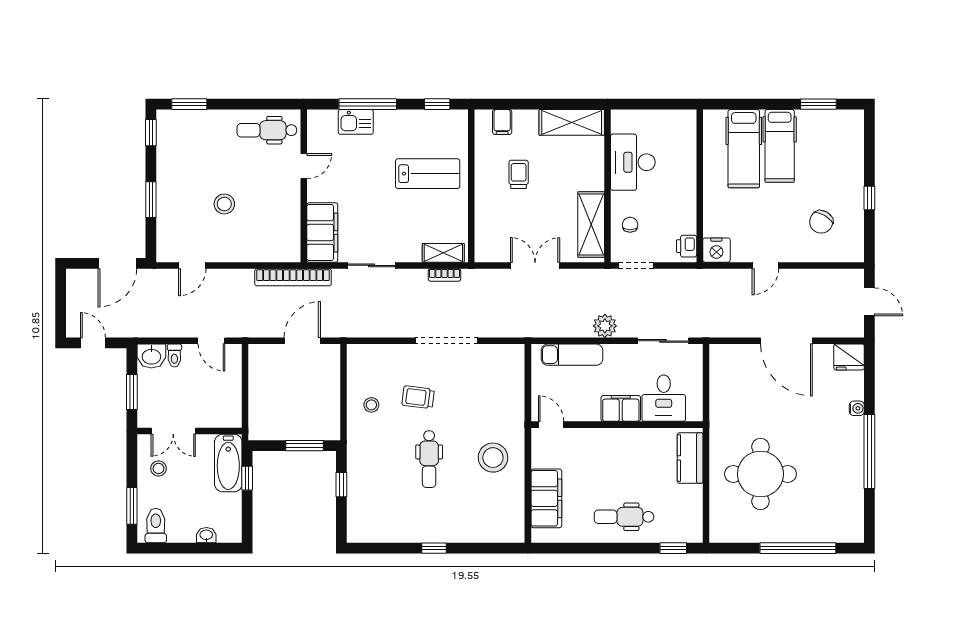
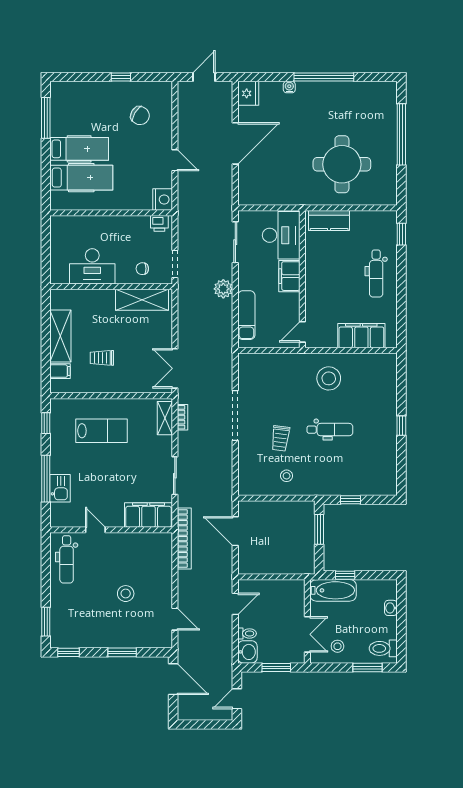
window: (818, 104) -> (46, 118), width x1.44
shelving: (572, 122) -> (60, 336), moved
lab bench: (428, 174) -> (101, 431), turned 90
double door: (535, 265) -> (175, 368), moved
desk: (664, 398) -> (281, 235), width x1.37

